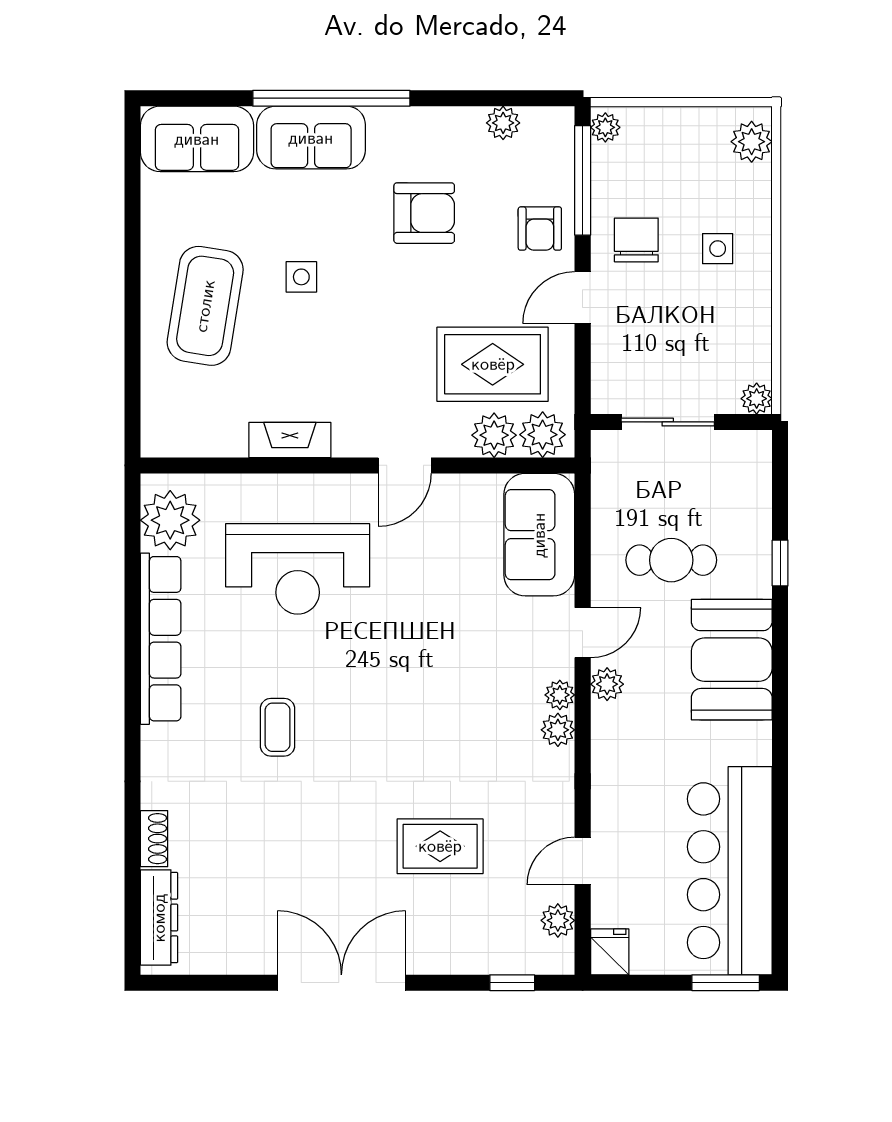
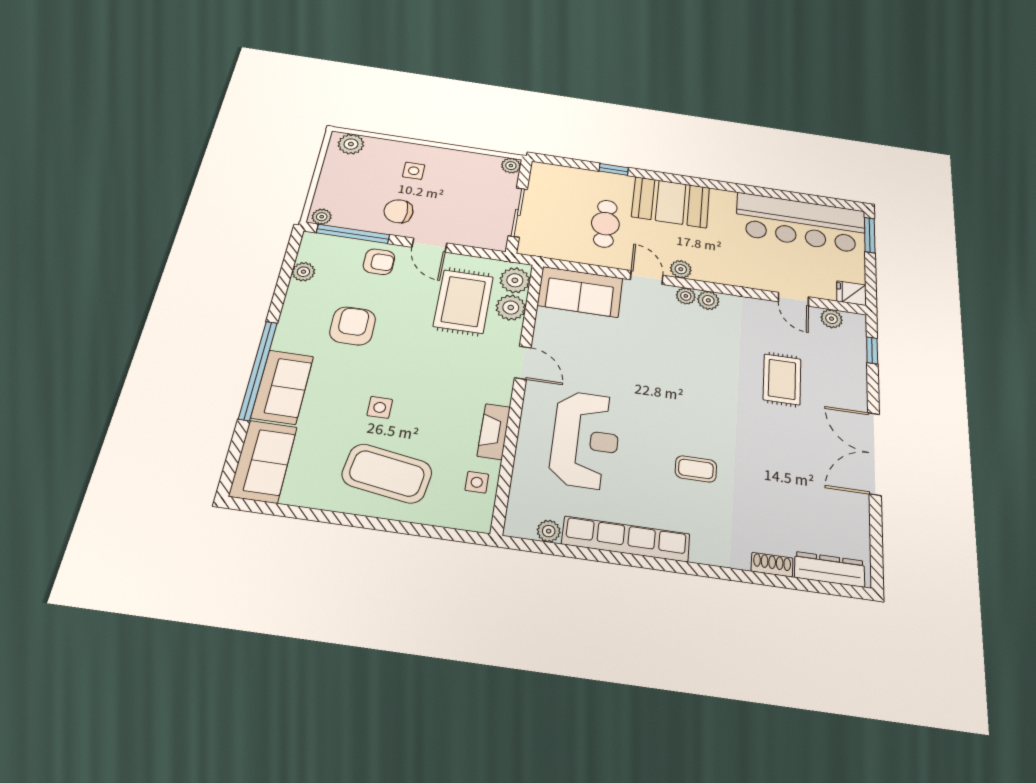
side table: (211, 428) -> (477, 482), added
plant: (170, 520) -> (549, 531), width x0.53, depth x0.53

